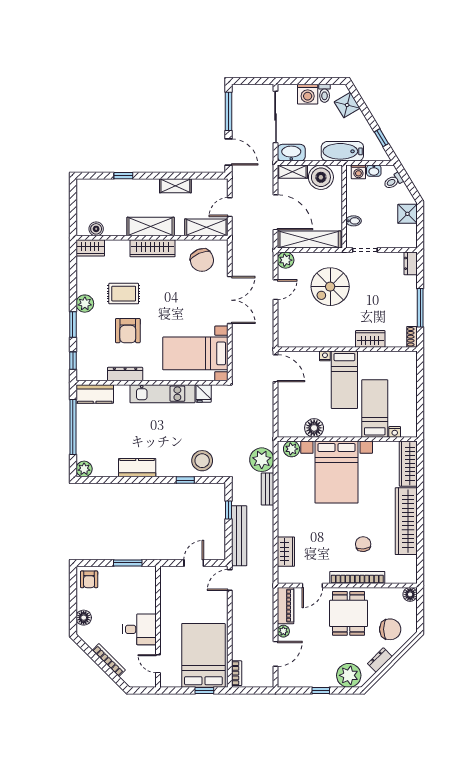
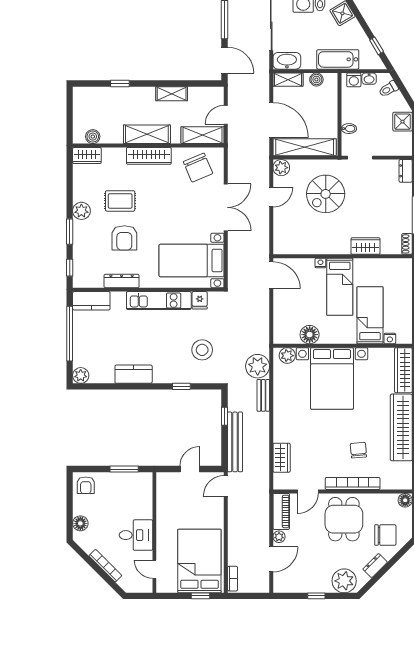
boiler: (321, 177) -> (316, 79), width x0.54, depth x0.54
stool: (202, 461) -> (202, 350), moved

